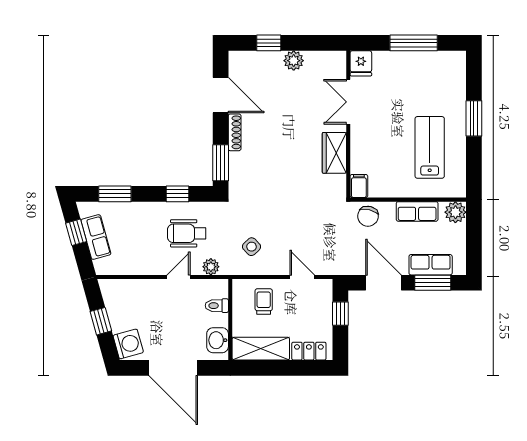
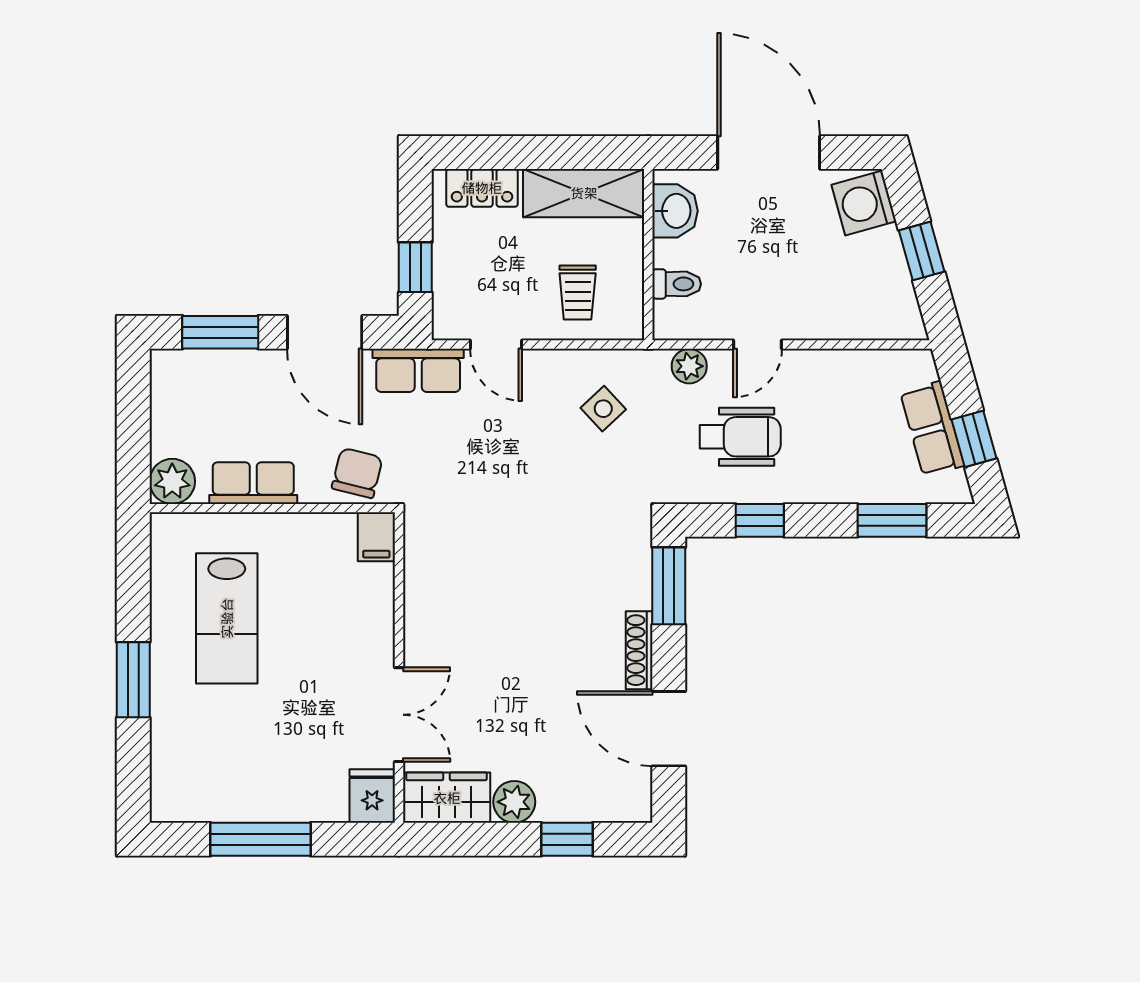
wardrobe: (334, 153) -> (447, 798), moved, turned -90
row of seats: (431, 265) -> (418, 370), moved

